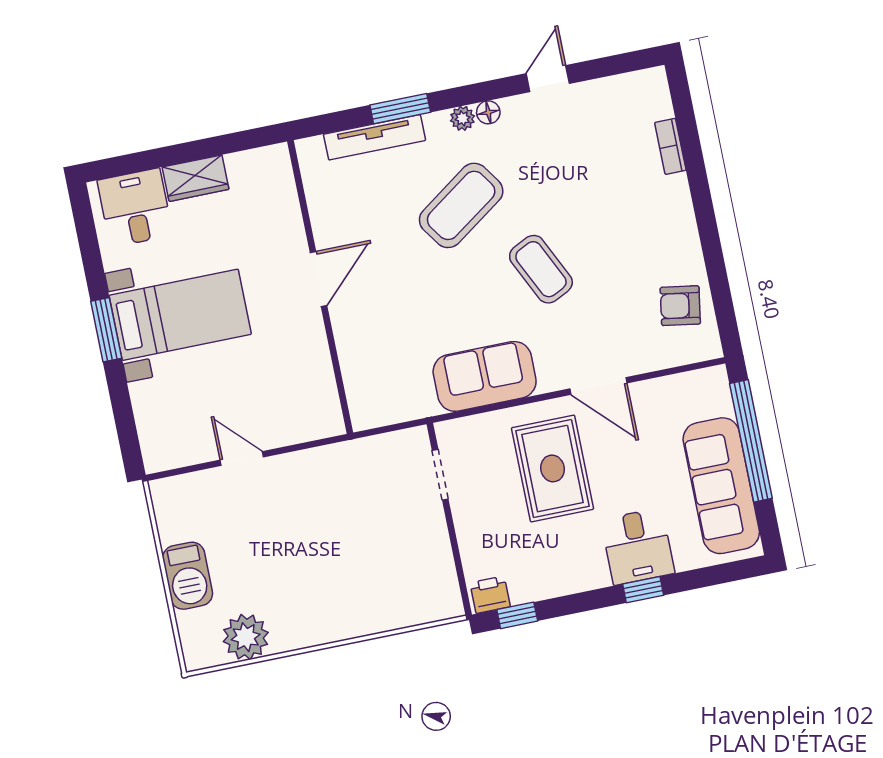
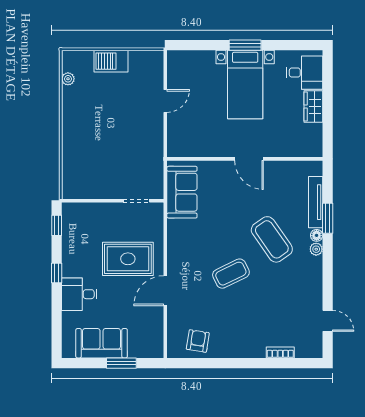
door: (548, 79) -> (328, 321), moved
floor lamp: (488, 112) -> (317, 235), moved
sofa: (485, 376) -> (182, 192), moved
window: (751, 441) -> (121, 363), width x0.47
sofa: (721, 486) -> (102, 343), width x0.73
window: (643, 590) -> (57, 273), moved
printer: (490, 595) -> (70, 214), removed
plant: (246, 637) -> (68, 79), width x0.53, depth x0.53

